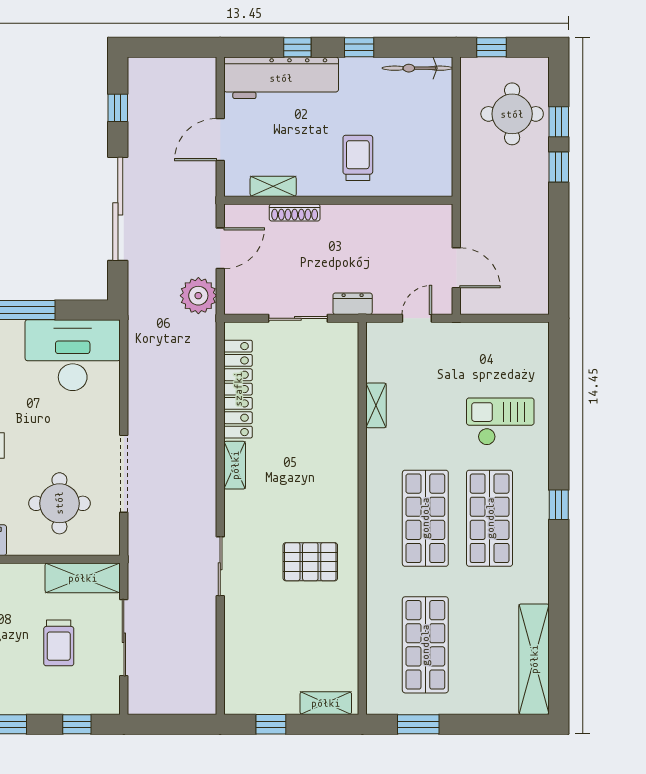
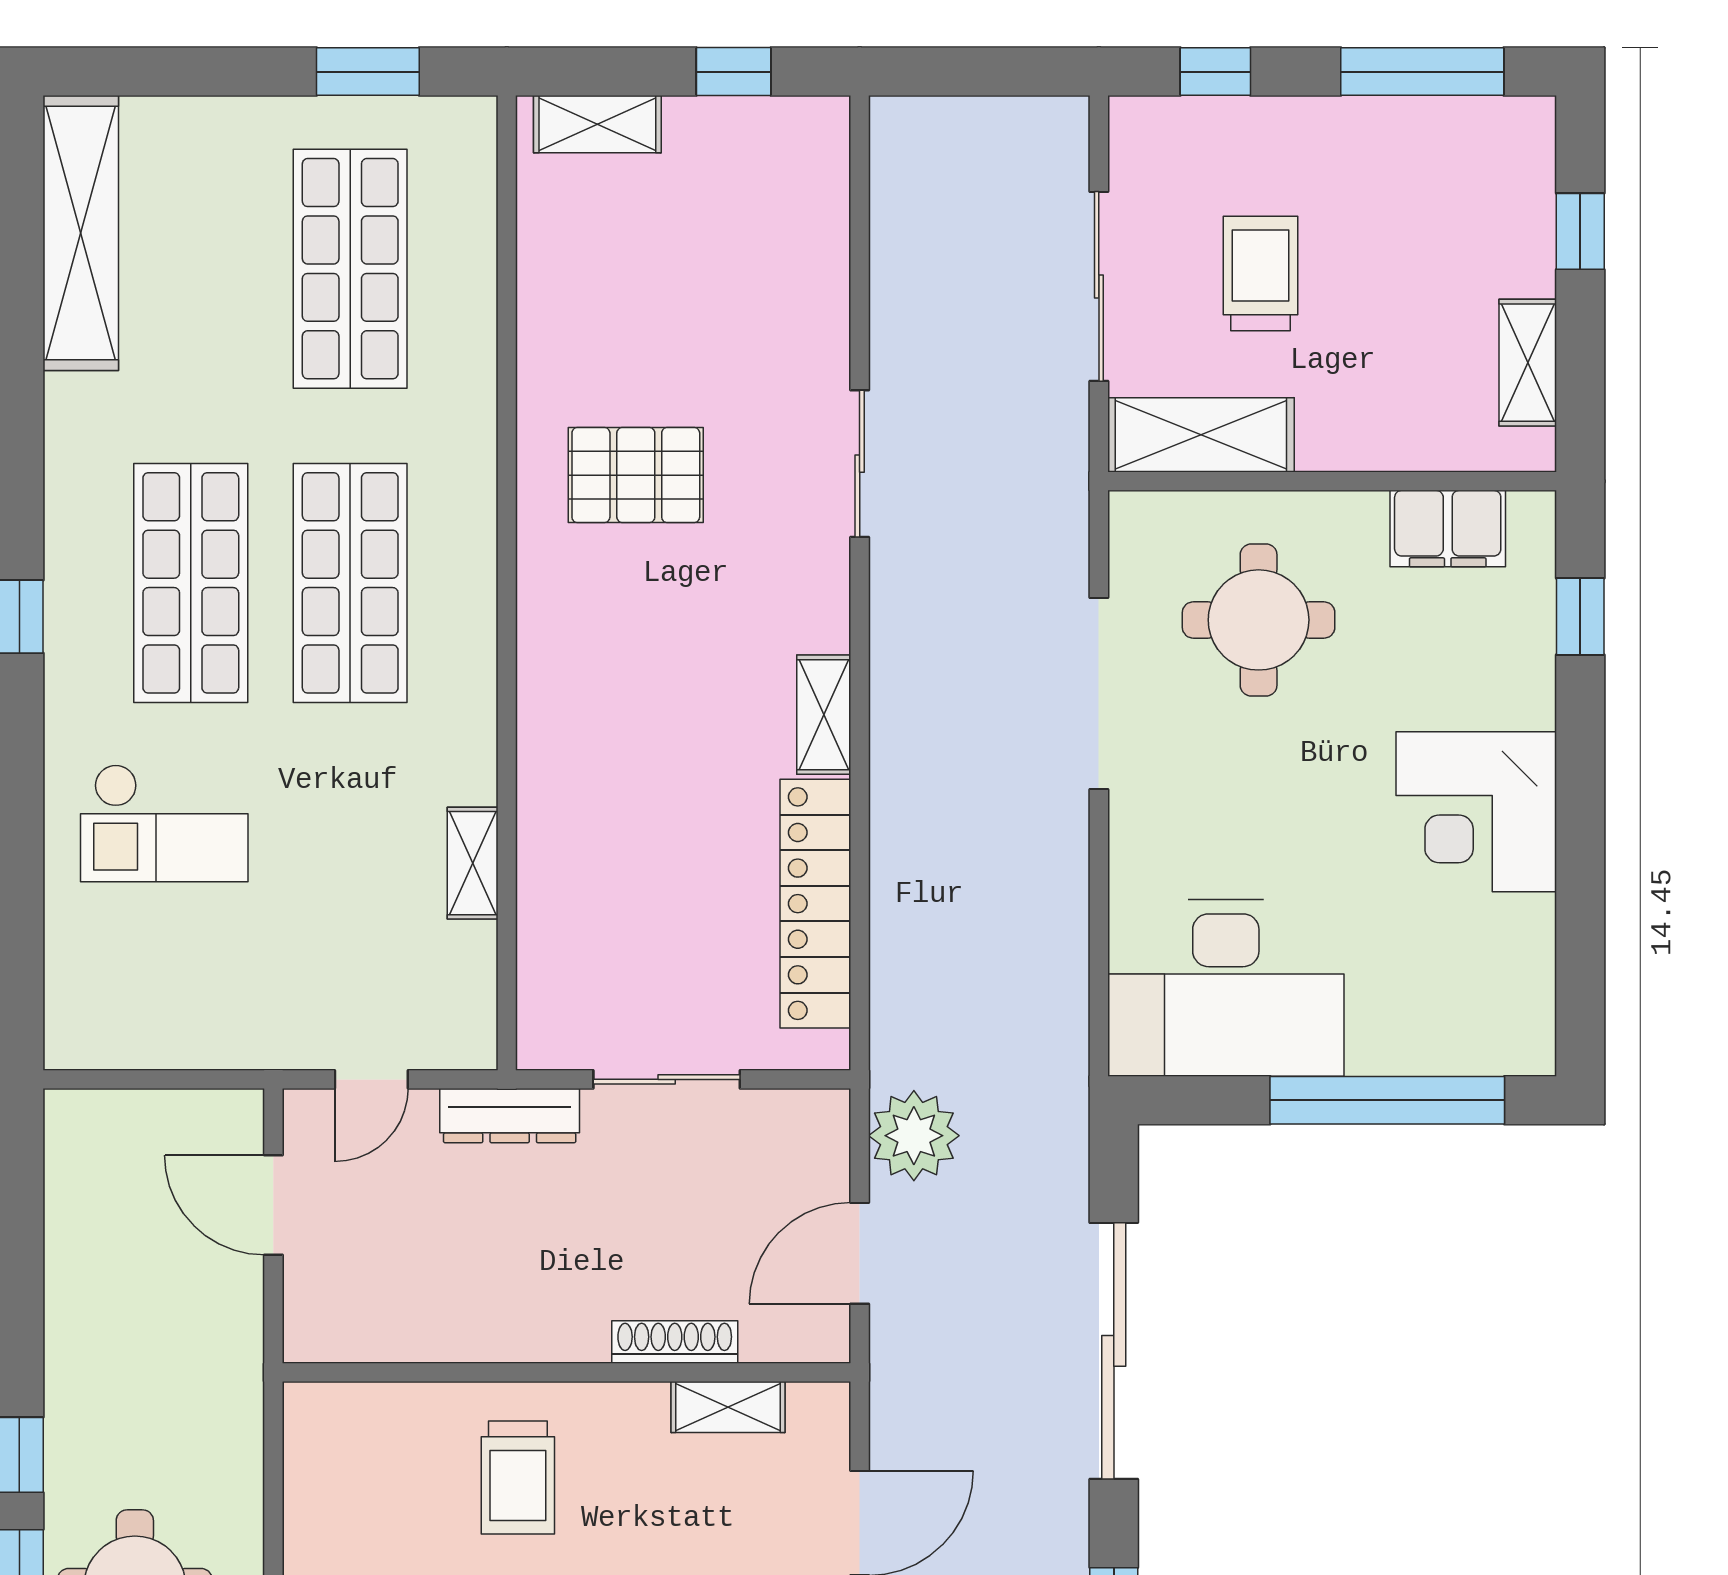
dresser: (353, 304) -> (510, 1116), width x1.44

